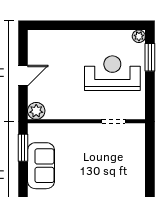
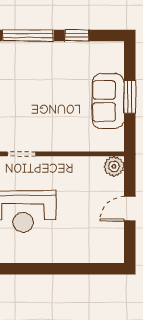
window: (23, 148) -> (130, 97), moved

